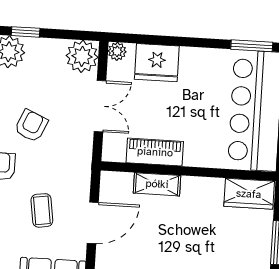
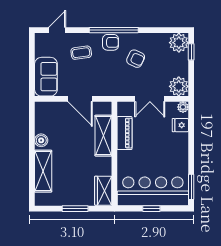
fridge: (157, 63) -> (180, 125), width x0.53, depth x0.75
shelving: (157, 184) -> (103, 136), width x1.50, depth x1.33
coffee table: (42, 210) -> (81, 53), moved

